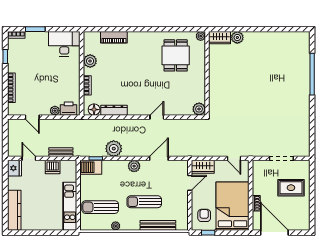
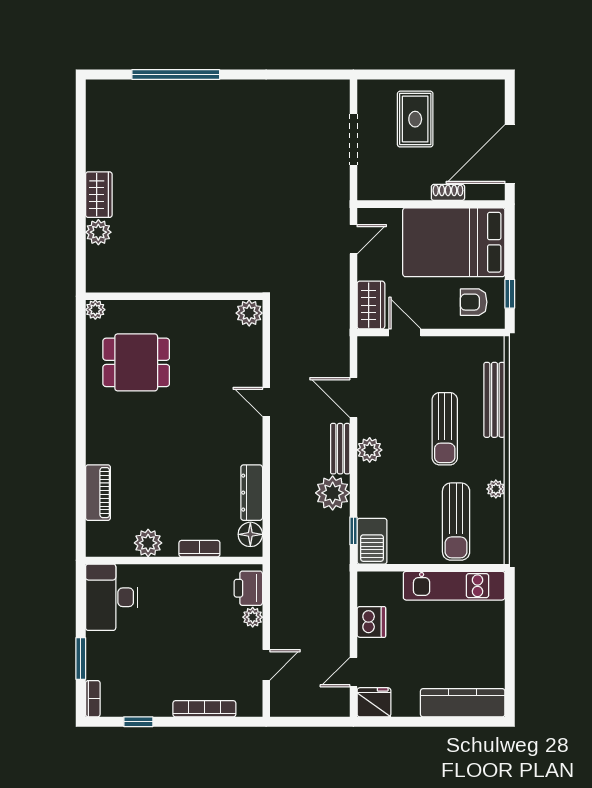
wardrobe: (220, 38) -> (99, 195), moved
bench: (61, 152) -> (340, 449), moved

